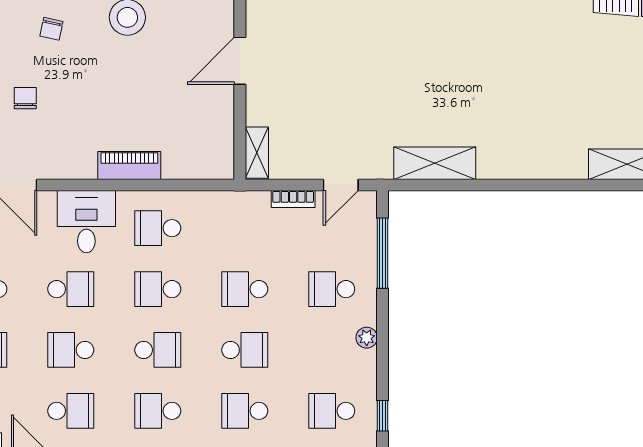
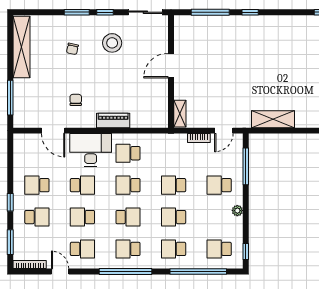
chair: (25, 98) -> (76, 100), moved
desk: (86, 222) -> (91, 150), width x1.37
school desk: (245, 350) -> (174, 217), turned 180

